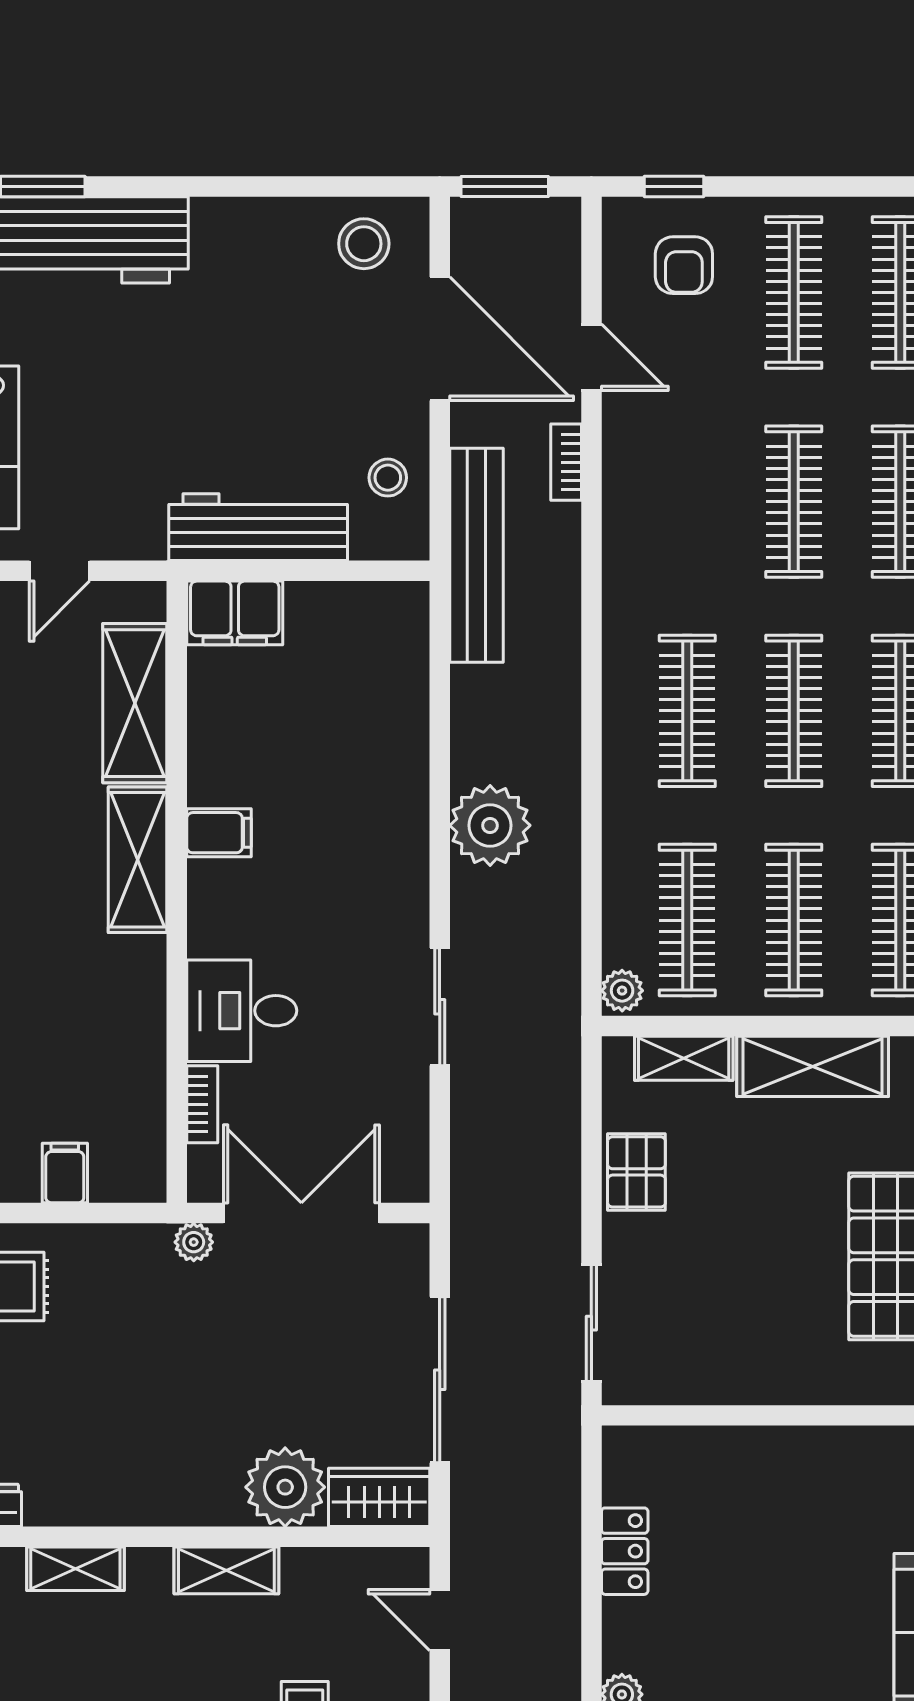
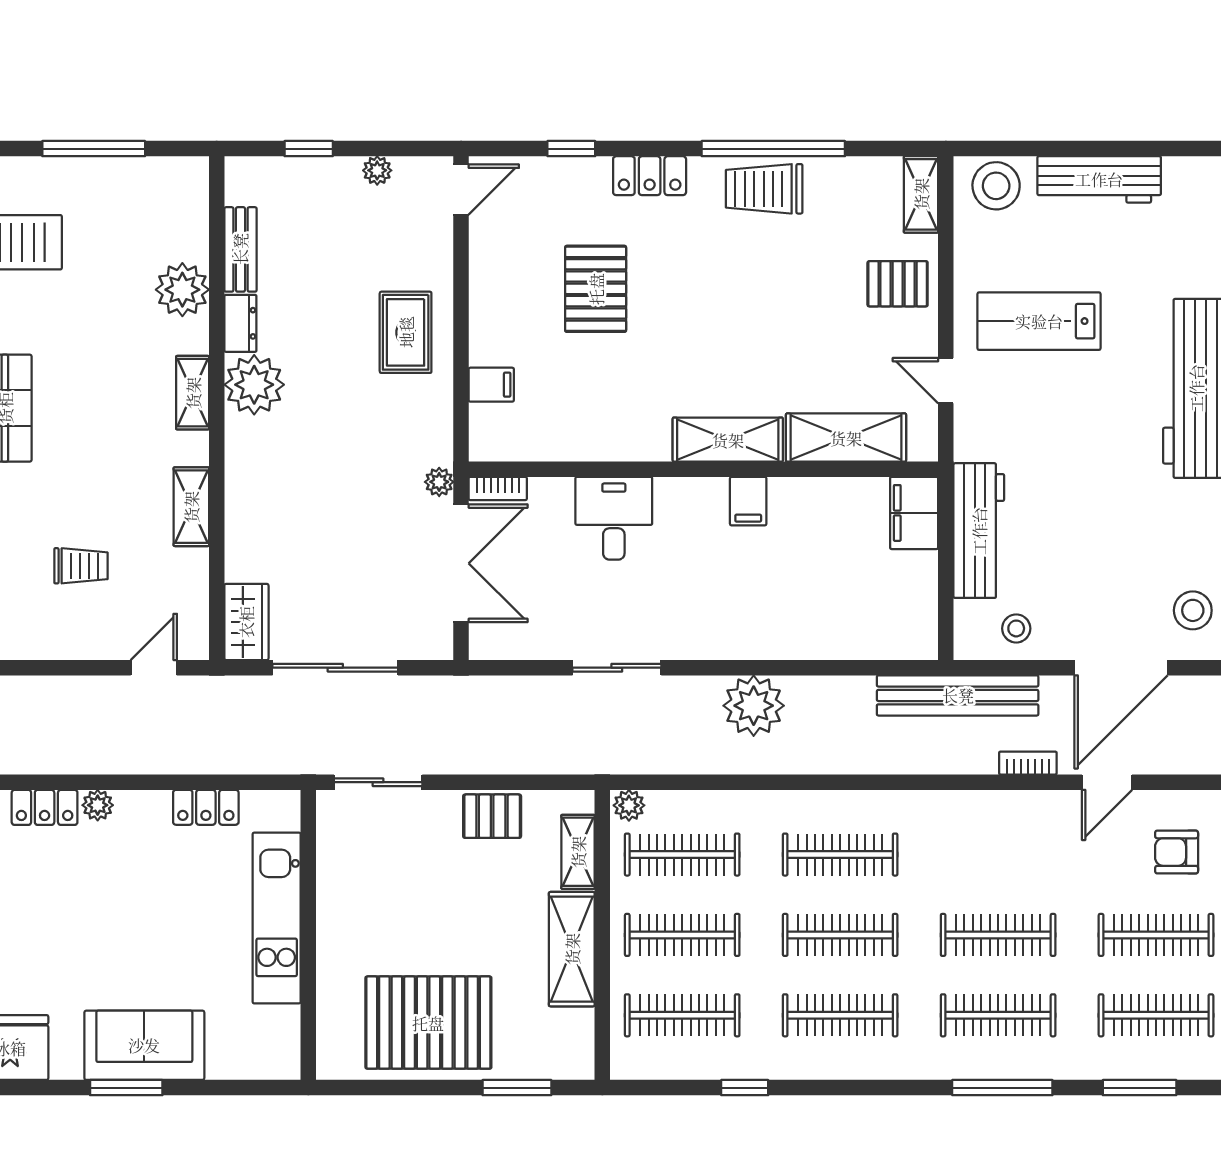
bookcase: (202, 1104) -> (498, 488), moved
kitchen unit: (771, 1457) -> (277, 918), added
plant: (285, 1487) -> (254, 385), moved

